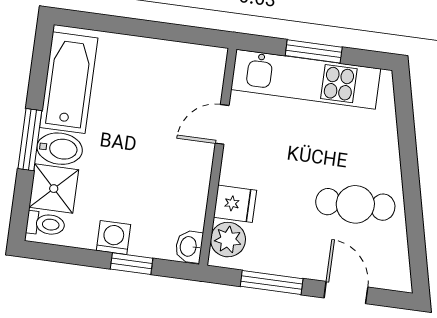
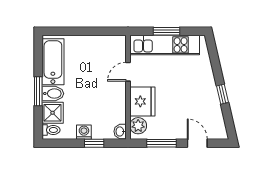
window: (412, 198) -> (222, 94), added
fridge: (235, 204) -> (142, 101), width x1.88, depth x1.34
cafe table: (355, 204) -> (196, 101), removed

